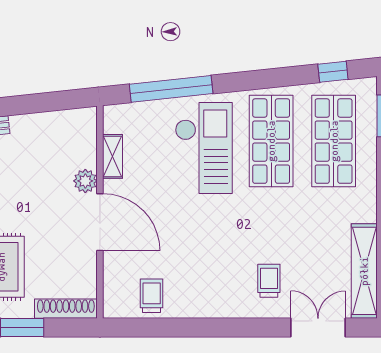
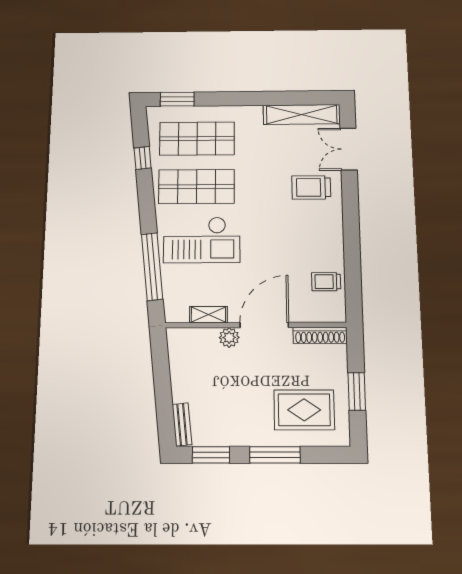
window: (333, 72) -> (143, 158), moved
checkout: (204, 148) -> (202, 240), turned 180
trolley: (269, 281) -> (311, 187), width x1.36, depth x1.39
shoe rack: (66, 309) -> (320, 335), moved, turned -90

